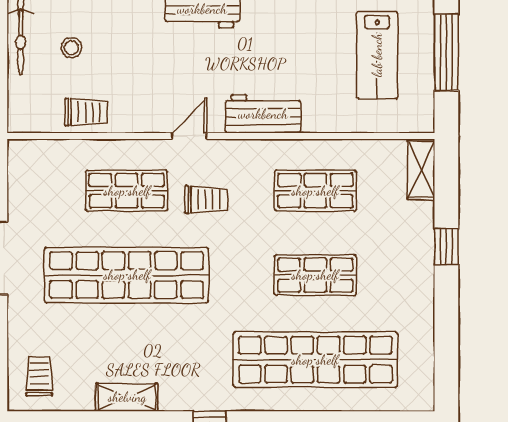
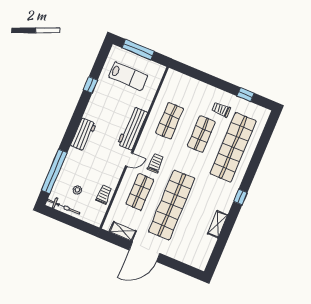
workbench: (263, 114) -> (132, 128), width x1.38
door: (189, 136) -> (129, 160), swing flipped
shelving: (421, 169) -> (123, 231), moved
window: (446, 247) -> (246, 95), moved
trolley: (39, 376) -> (221, 110), moved

